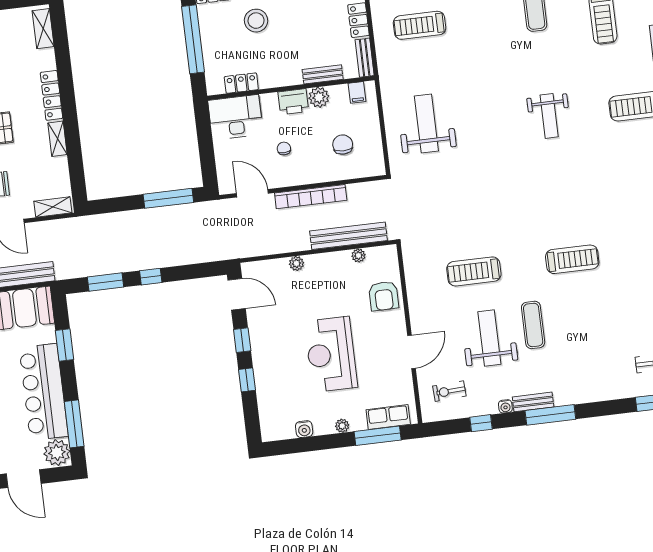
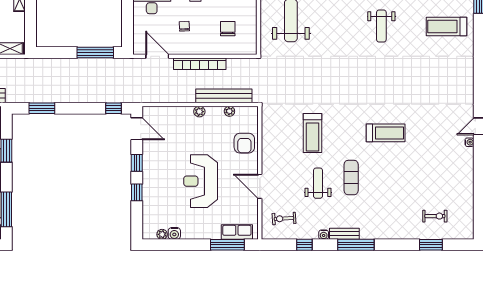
plant: (296, 263) -> (199, 112), moved
treadmill: (474, 271) -> (313, 133), turned -90
window: (151, 277) -> (114, 108), moved
weight bench: (489, 338) -> (318, 183), width x0.73, depth x0.75
door: (412, 352) -> (260, 186), swing flipped
plant: (342, 426) -> (162, 234), moved

